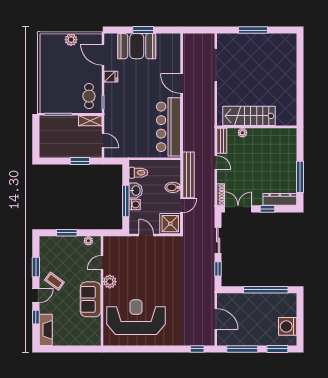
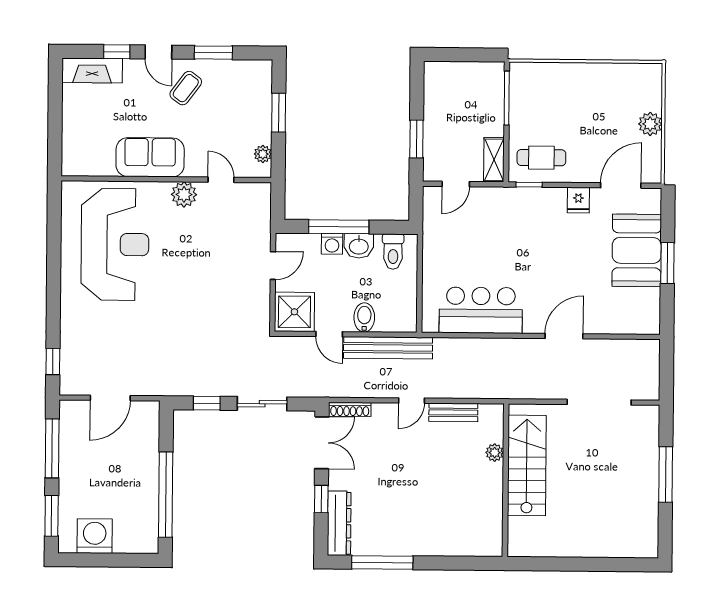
stairs: (249, 116) -> (527, 465), moved
bar counter: (169, 127) -> (481, 310), width x0.73
wall: (257, 127) -> (506, 480), moved
plant: (242, 133) -> (495, 453), moved

